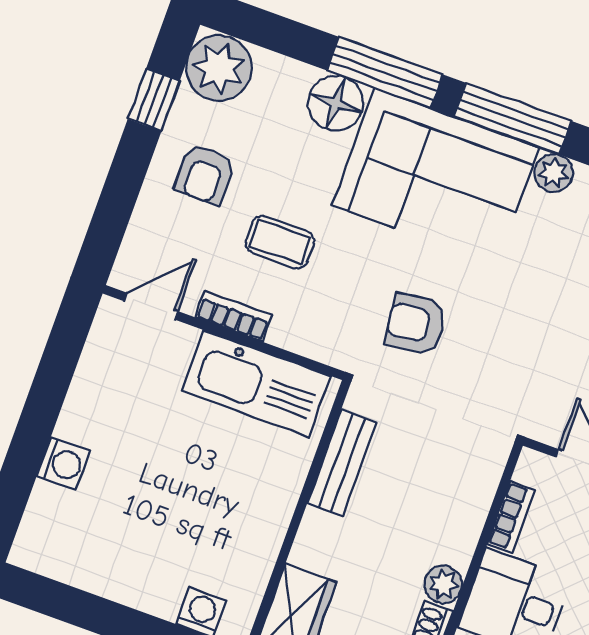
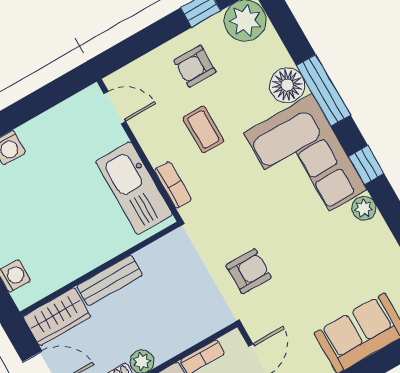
window: (513, 119) -> (366, 165), width x0.46
bookcase: (234, 316) -> (173, 185), moved
armchair: (416, 324) -> (249, 271), moved, turned 97
bench: (342, 463) -> (110, 281), moved

